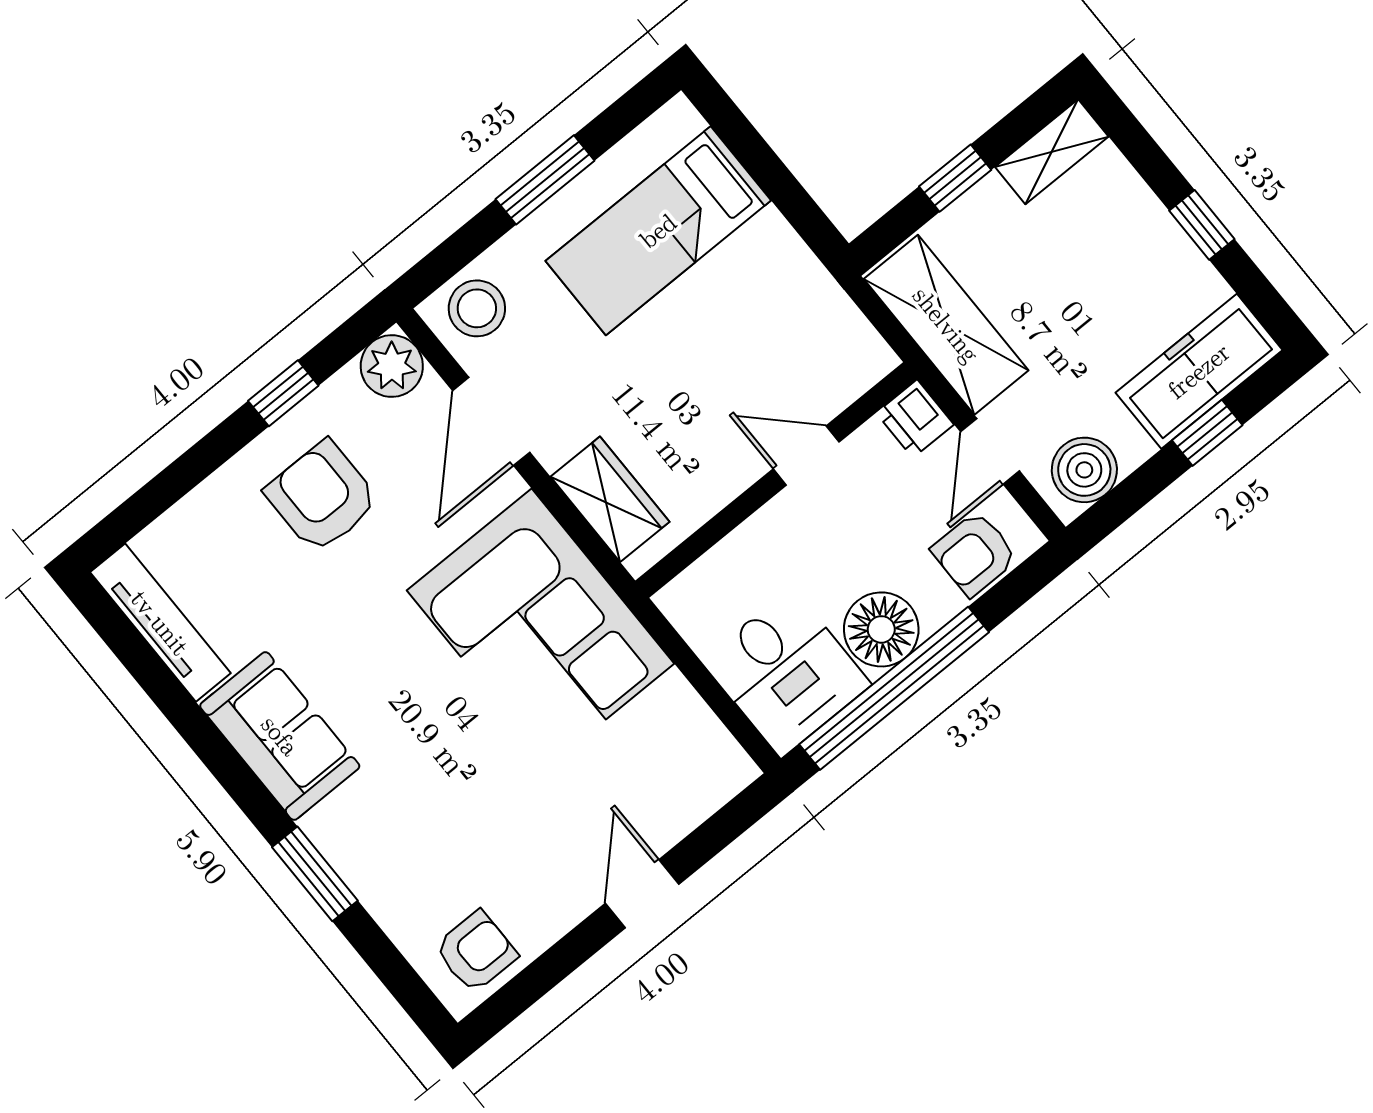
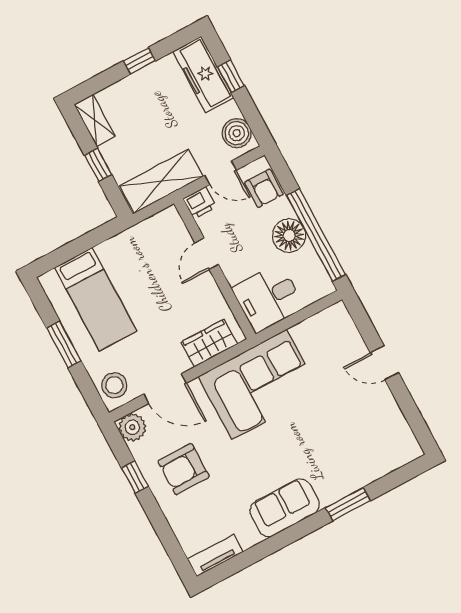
tv unit: (160, 623) -> (215, 555), width x0.71
desk: (786, 673) -> (268, 298), moved, turned 180
armchair: (476, 952) -> (396, 440), removed

